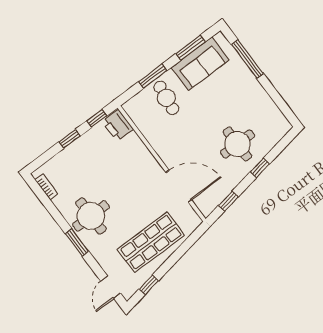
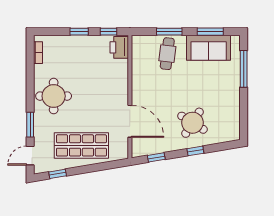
round table: (237, 144) -> (192, 123), turned 32
window: (77, 243) -> (30, 125), moved

